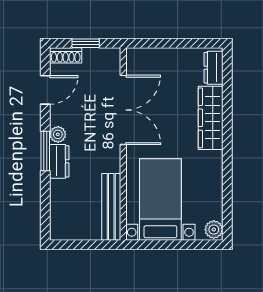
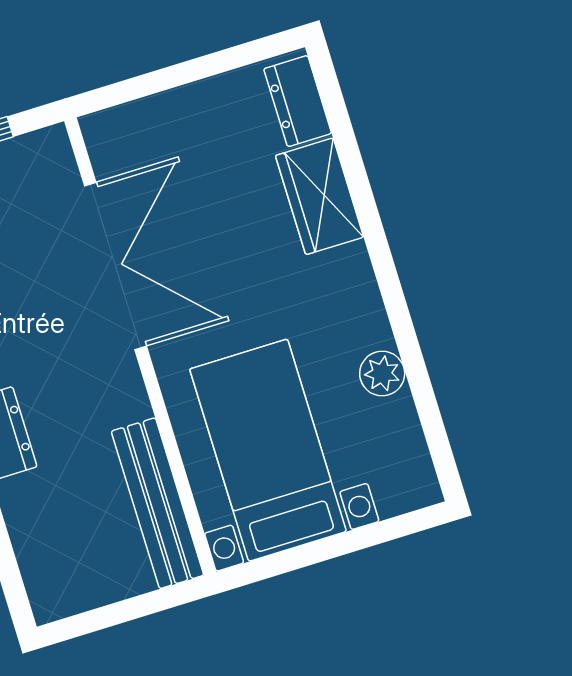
wardrobe: (211, 118) -> (319, 196), width x0.67
plant: (214, 230) -> (382, 374), moved

